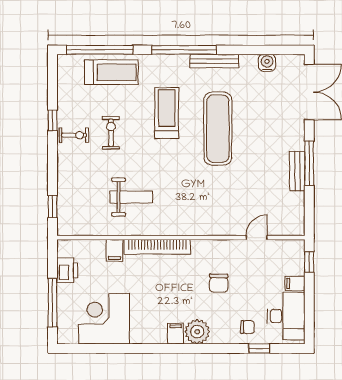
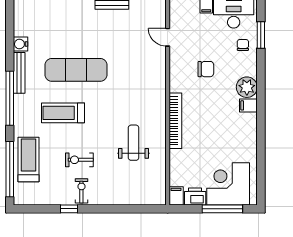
water cooler: (267, 63) -> (21, 44), moved
window: (53, 207) -> (142, 209), removed
filing cabinet: (114, 250) -> (176, 196), moved, turned -90
corner desk: (104, 319) -> (228, 184), moved, turned 90
window: (259, 348) -> (261, 35), width x1.50

